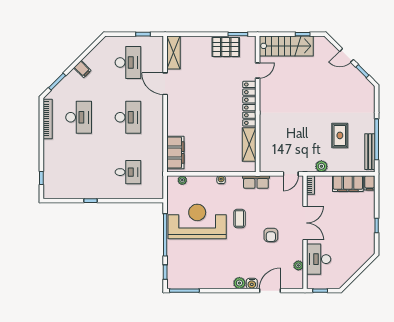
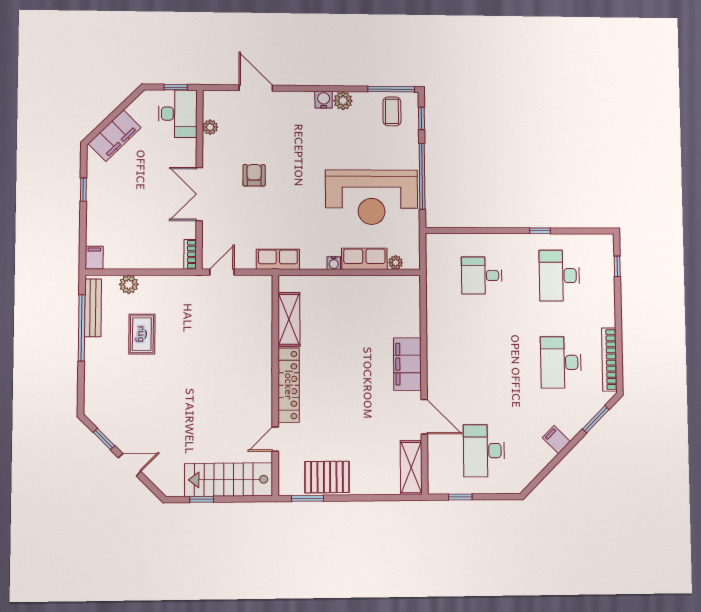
desk: (128, 117) -> (559, 276), moved
filing cabinet: (175, 153) -> (407, 364), moved
plant: (321, 166) -> (129, 284), moved
row of seats: (202, 182) -> (364, 259), added
filing cabinet: (348, 184) -> (115, 136), moved, turned 135
coffee table: (239, 219) -> (392, 111), moved
desk: (319, 259) -> (178, 114), moved
plant: (239, 283) -> (343, 101), moved
water cooler: (252, 284) -> (324, 100), moved
door: (270, 291) -> (256, 88), swing flipped

